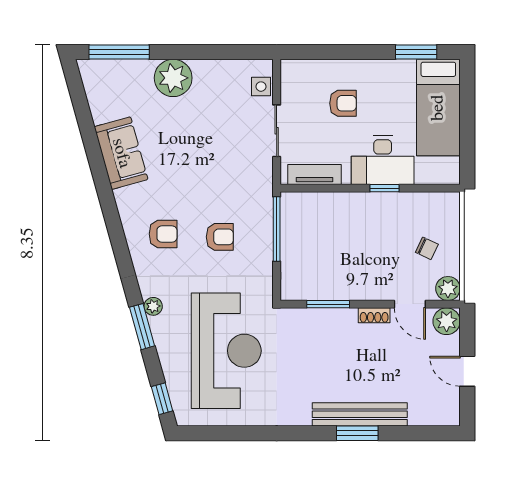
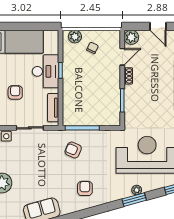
armchair: (220, 237) -> (73, 150), moved, turned -67
plant: (448, 288) -> (75, 37), moved
plant: (153, 306) -> (137, 190), moved
door: (467, 371) -> (158, 26), hinge flipped

